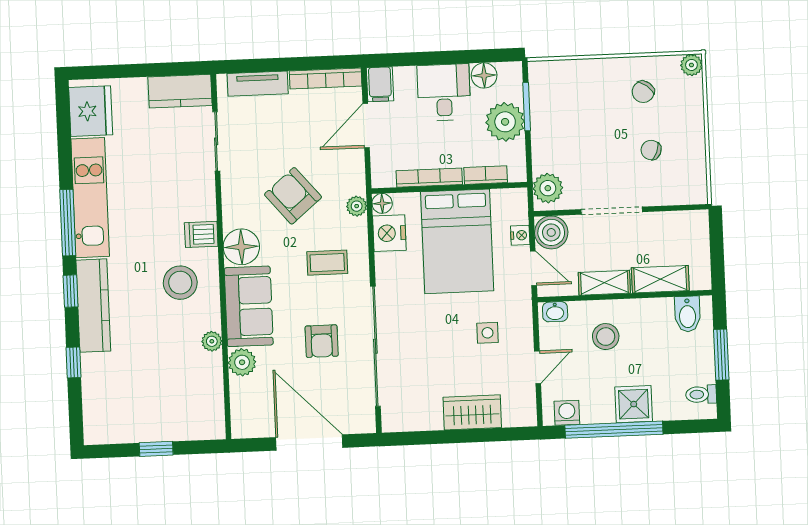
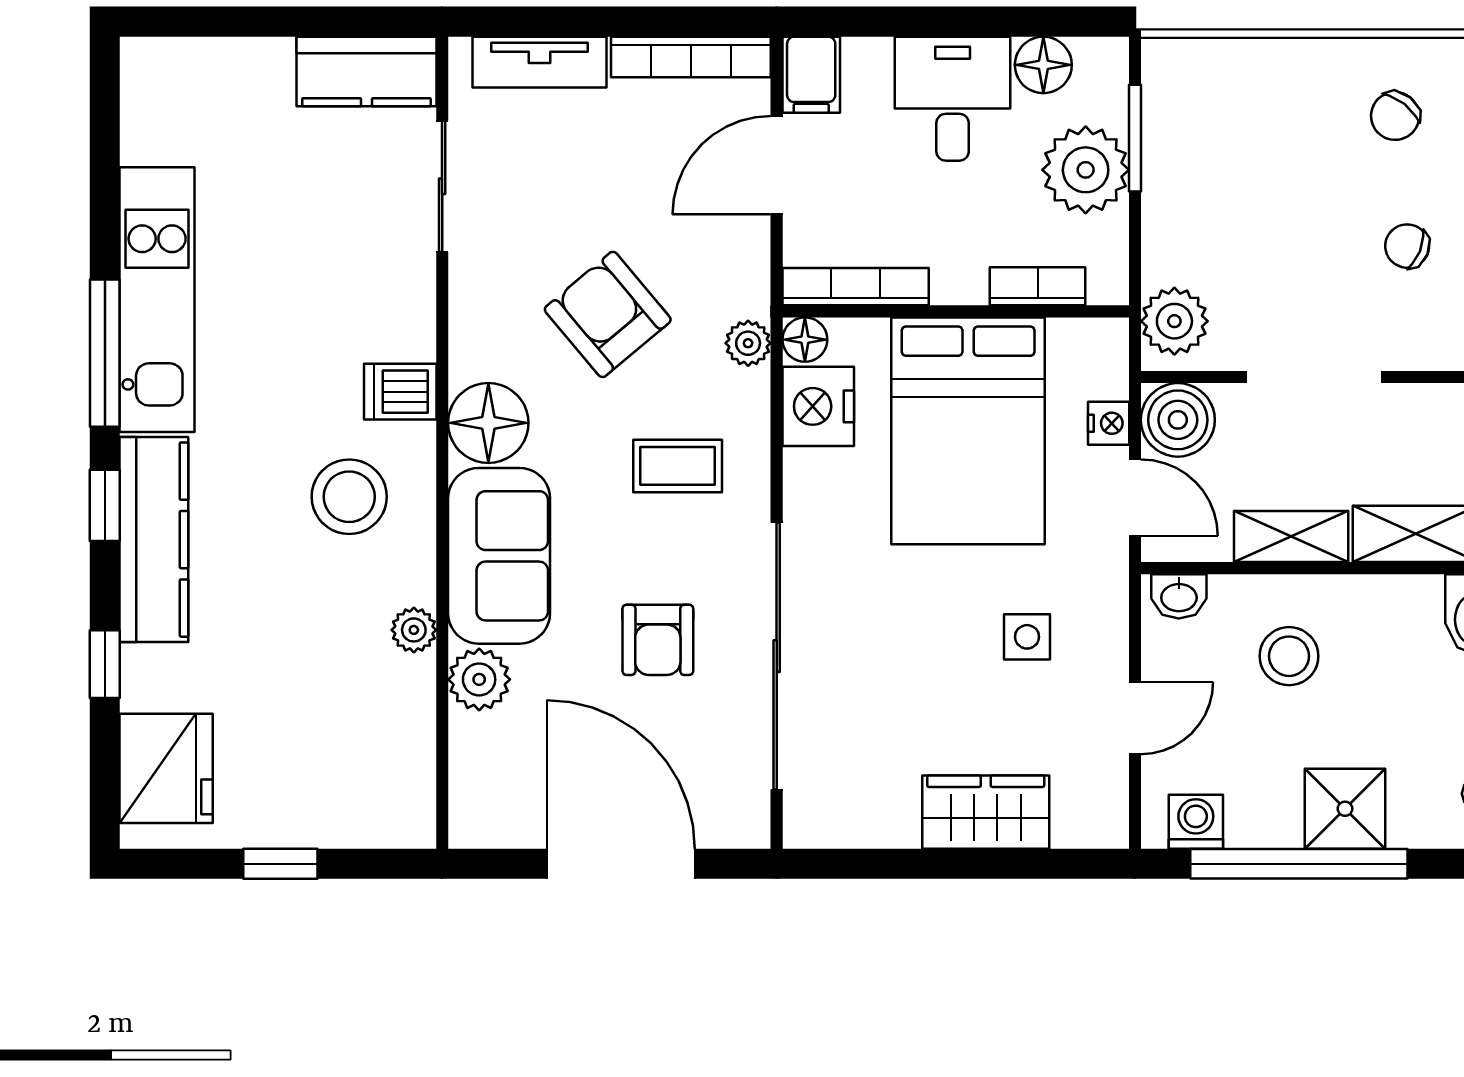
fridge: (91, 111) -> (166, 768), moved
bookcase: (429, 178) -> (856, 287), moved

